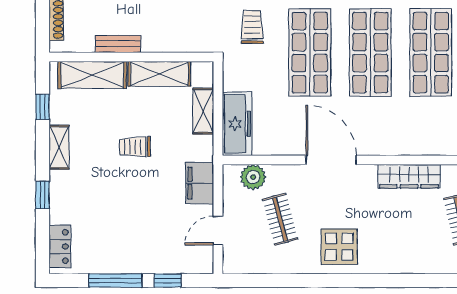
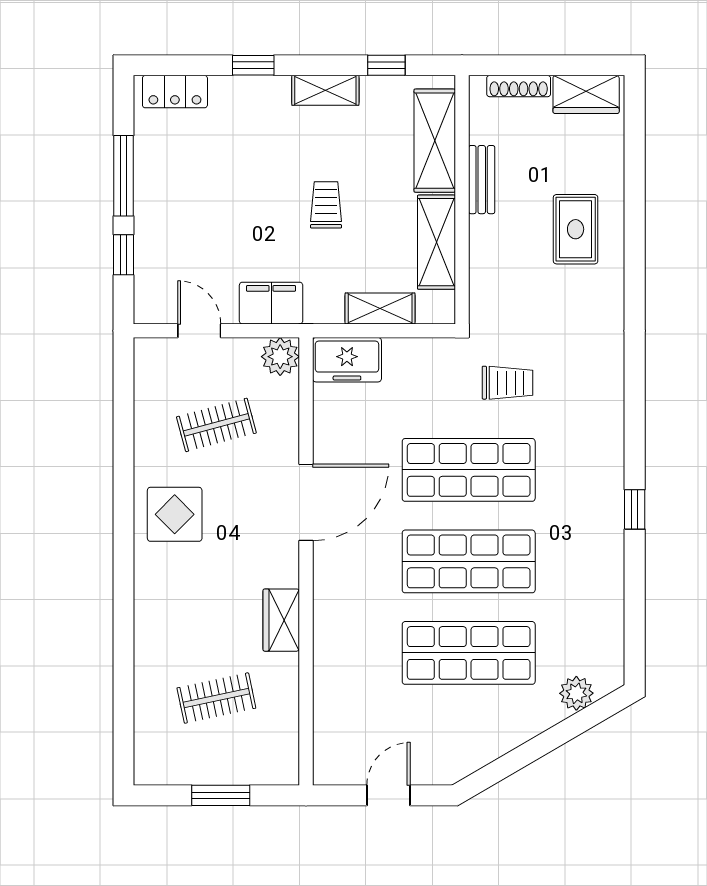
freezer: (237, 124) -> (347, 360), width x0.71
wardrobe: (409, 176) -> (281, 620), width x0.67
plant: (253, 177) -> (280, 357), moved

